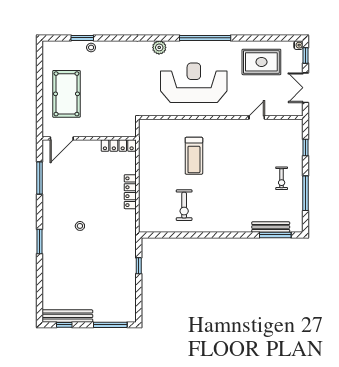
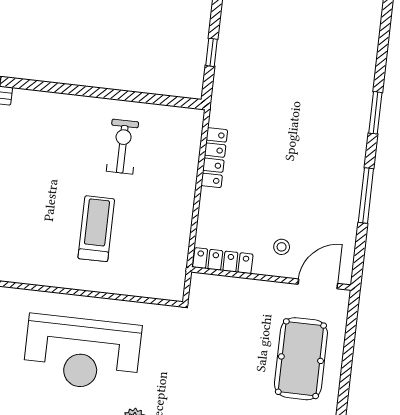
window: (40, 178) -> (366, 196), moved
locker: (130, 192) -> (214, 158), moved
stool: (80, 226) -> (282, 247), moved

